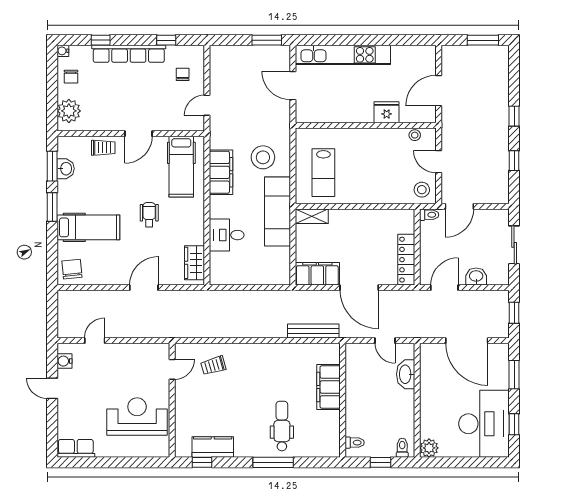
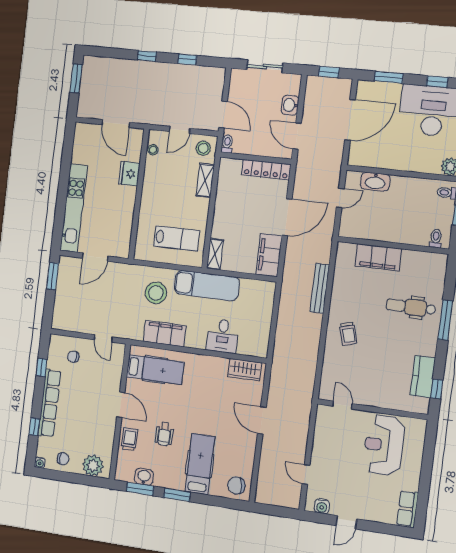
shelving: (388, 196) -> (205, 180), added
wheelchair: (149, 215) -> (164, 434), moved, turned -90
bench: (313, 331) -> (320, 288), moved
trolley: (213, 365) -> (348, 334), moved

